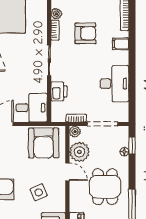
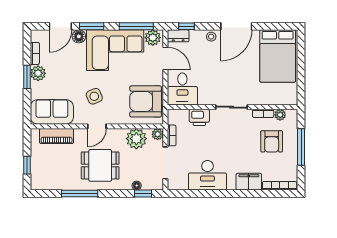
armchair: (85, 33) -> (272, 141), moved
filing cabinet: (121, 44) -> (249, 182), width x2.00
door: (67, 172) -> (97, 126), moved

